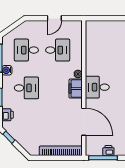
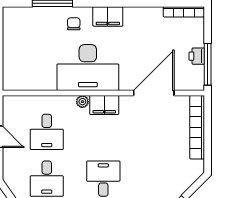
desk: (58, 50) -> (47, 132), turned 180
desk: (97, 87) -> (88, 68), width x1.87, depth x1.30

